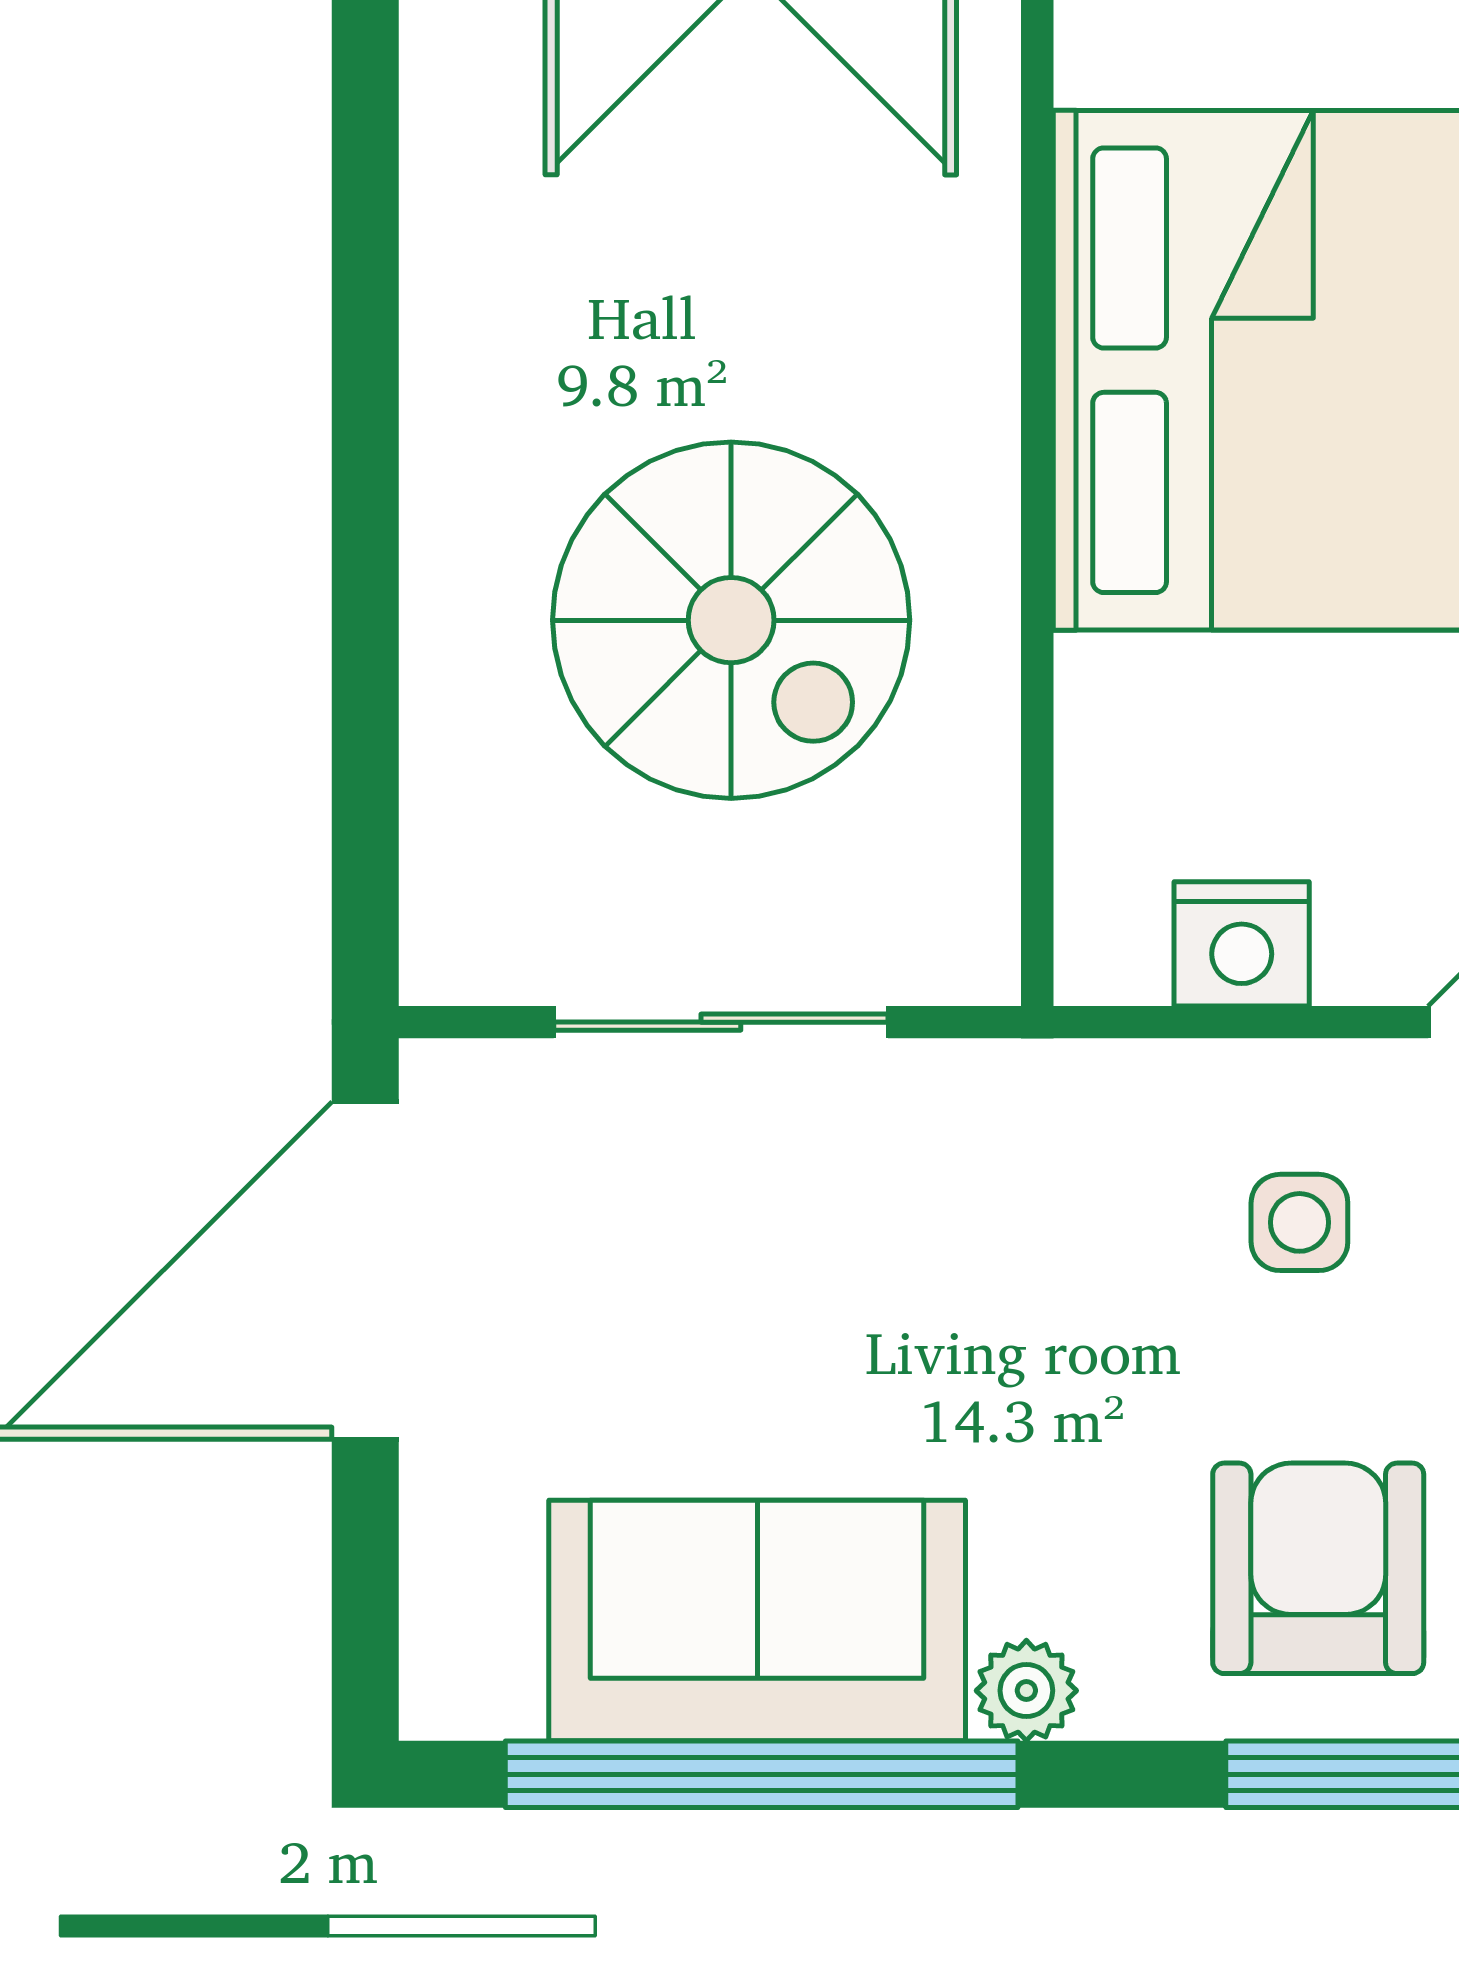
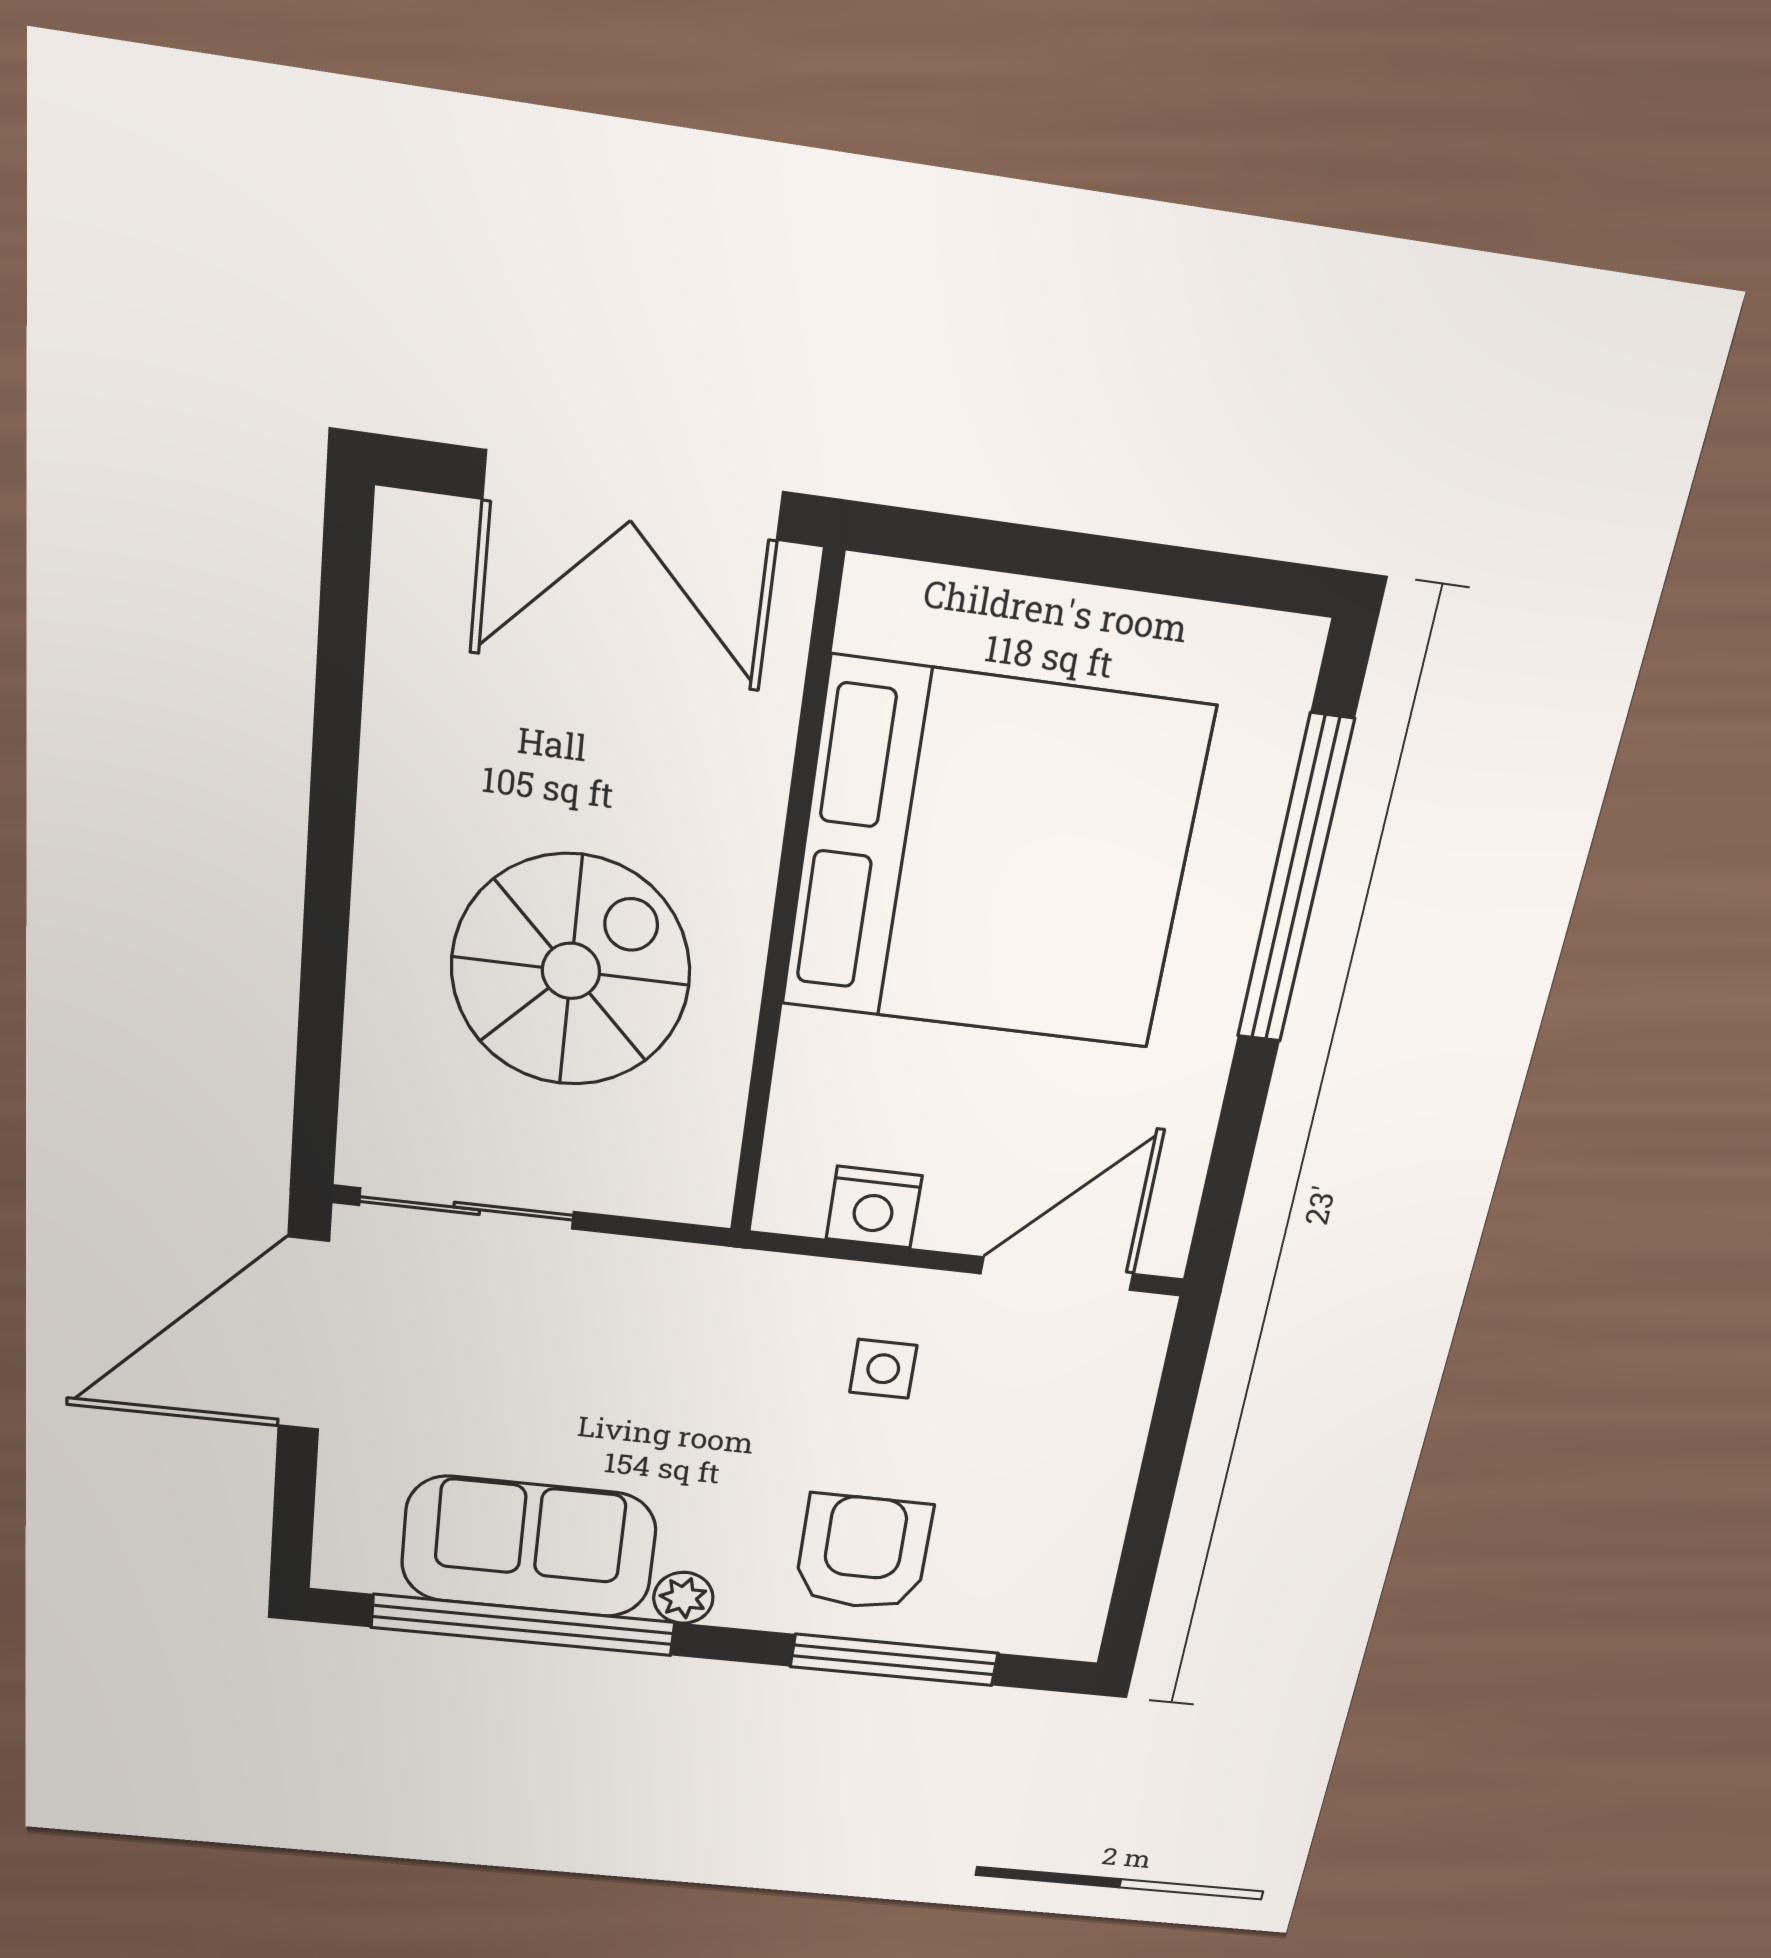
spiral stairs: (731, 620) -> (571, 971), turned -90
sliding door: (721, 1022) -> (467, 1208), moved

